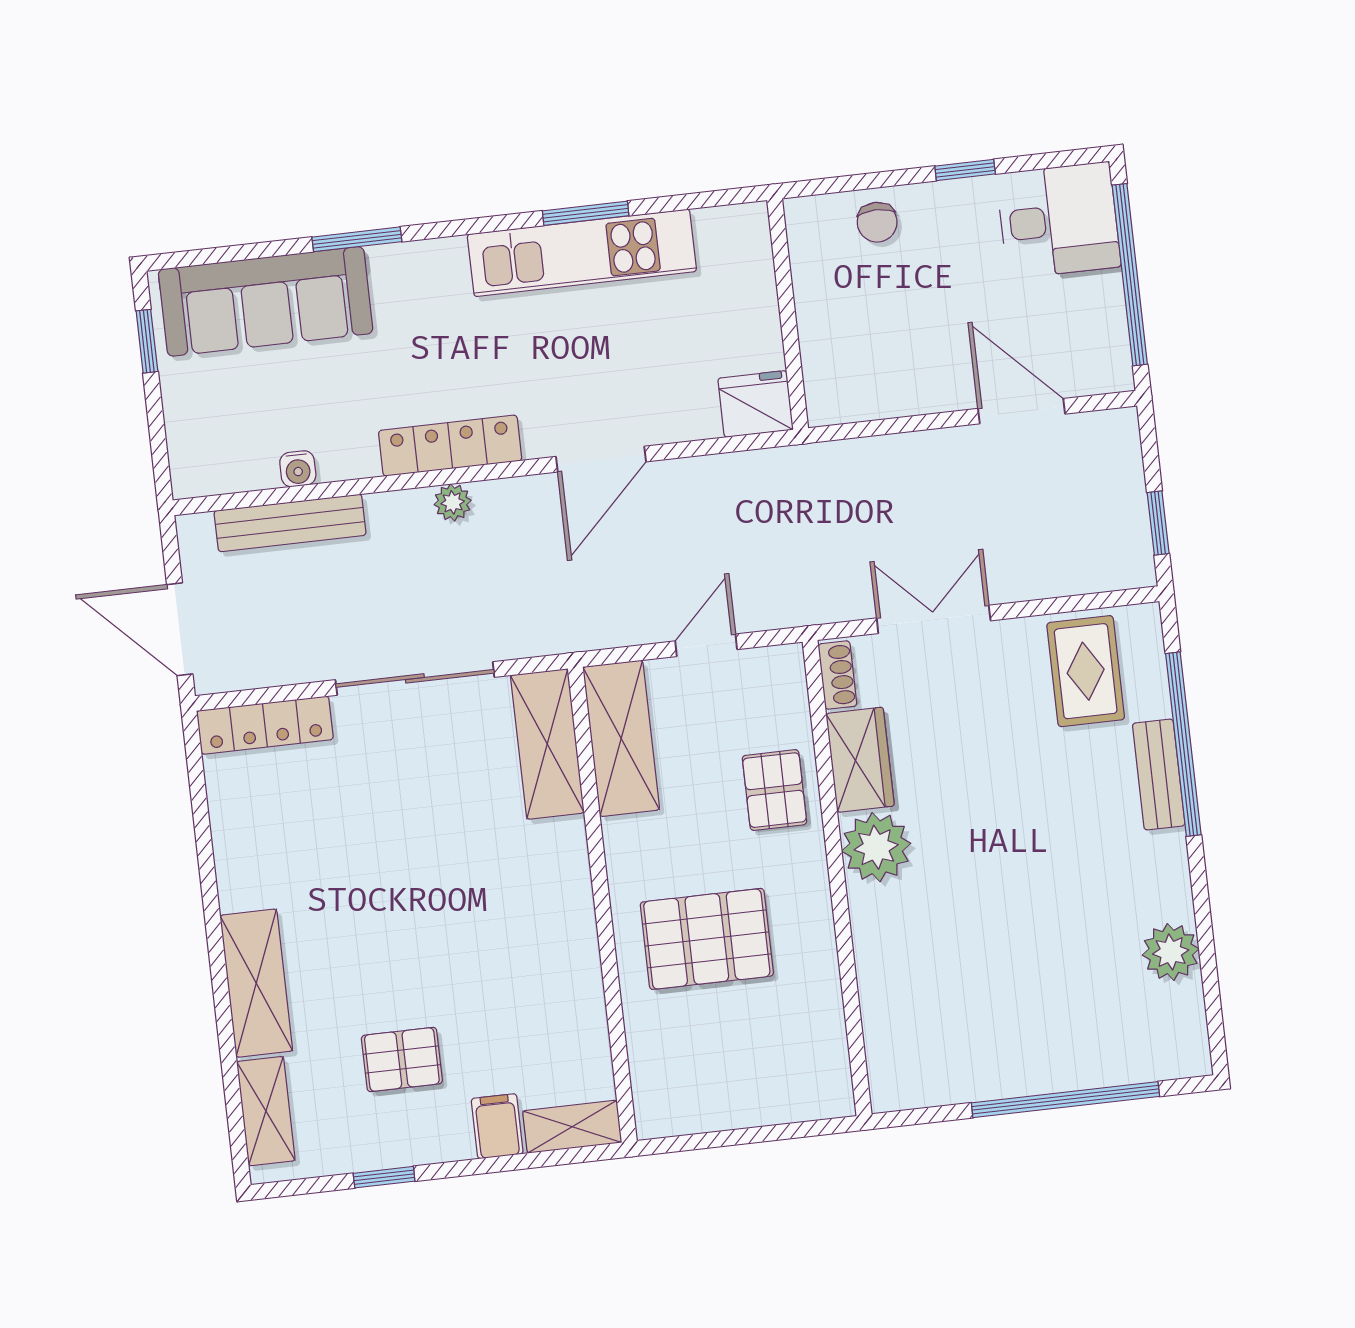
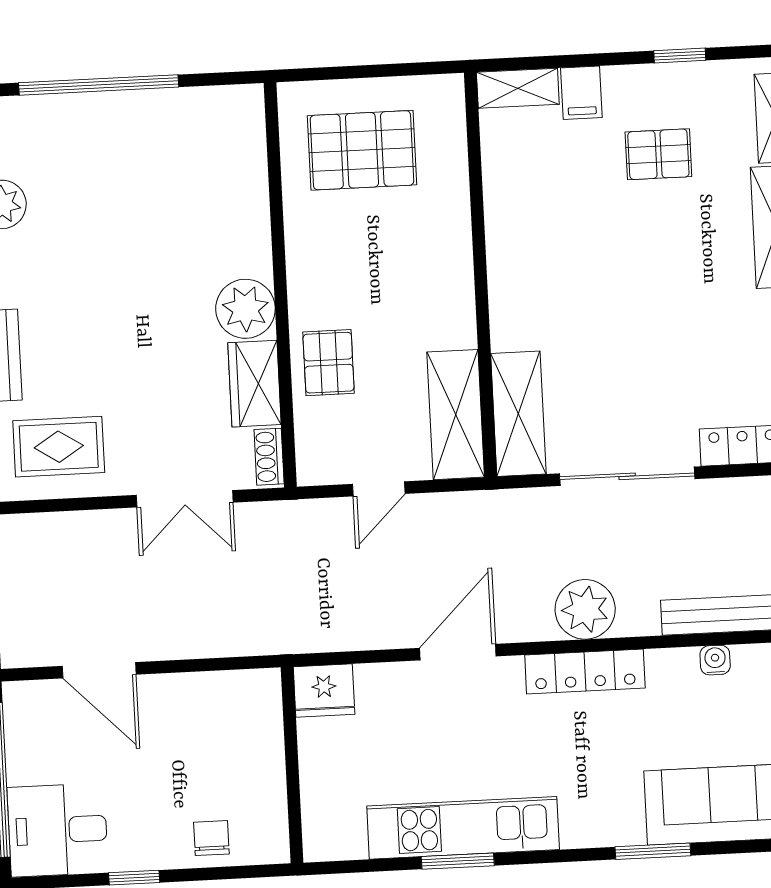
plant: (453, 502) -> (585, 609), width x1.88, depth x1.88
rug: (1086, 671) -> (59, 447), turned 90
pallet: (707, 939) -> (362, 150), moved

